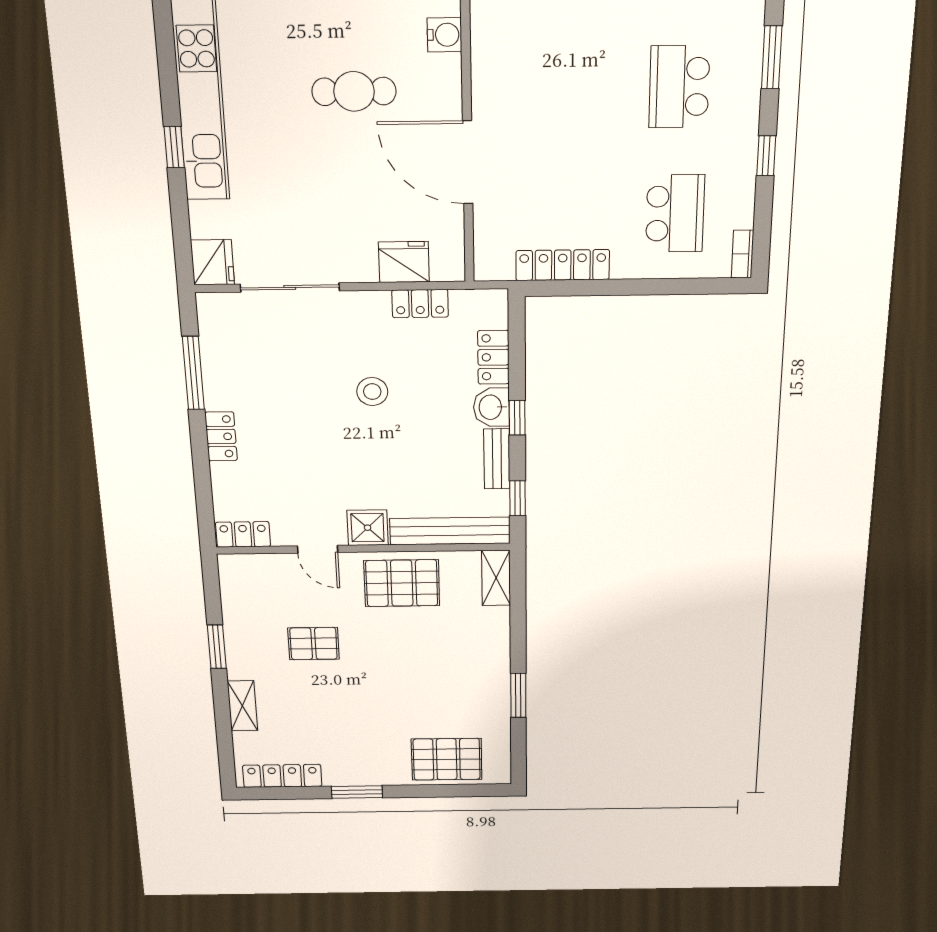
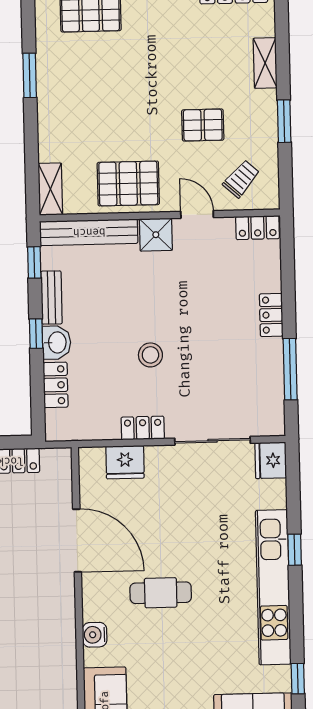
locker: (420, 304) -> (143, 428), moved
trolley: (265, 587) -> (241, 179), added

